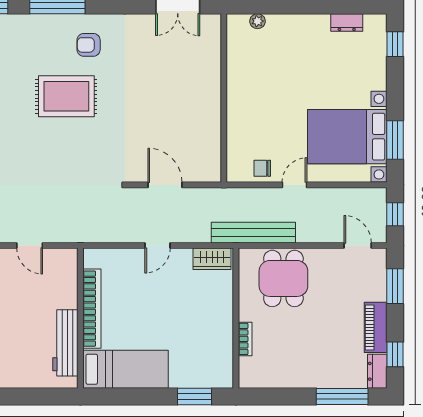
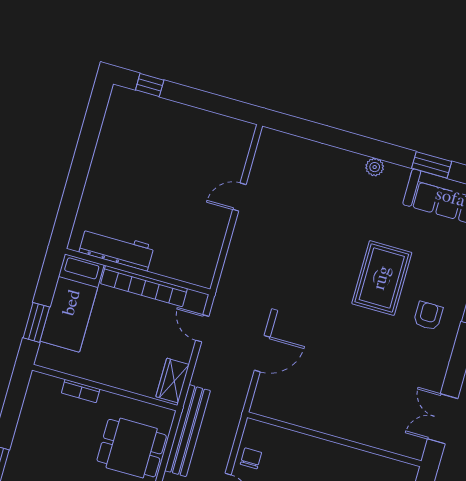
bookcase: (92, 309) -> (144, 286), moved
wall: (80, 318) -> (138, 272), moved
workbench: (65, 343) -> (116, 249), moved
bed: (125, 369) -> (72, 303), moved

